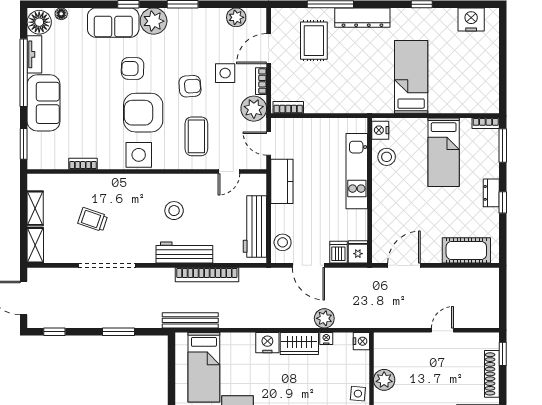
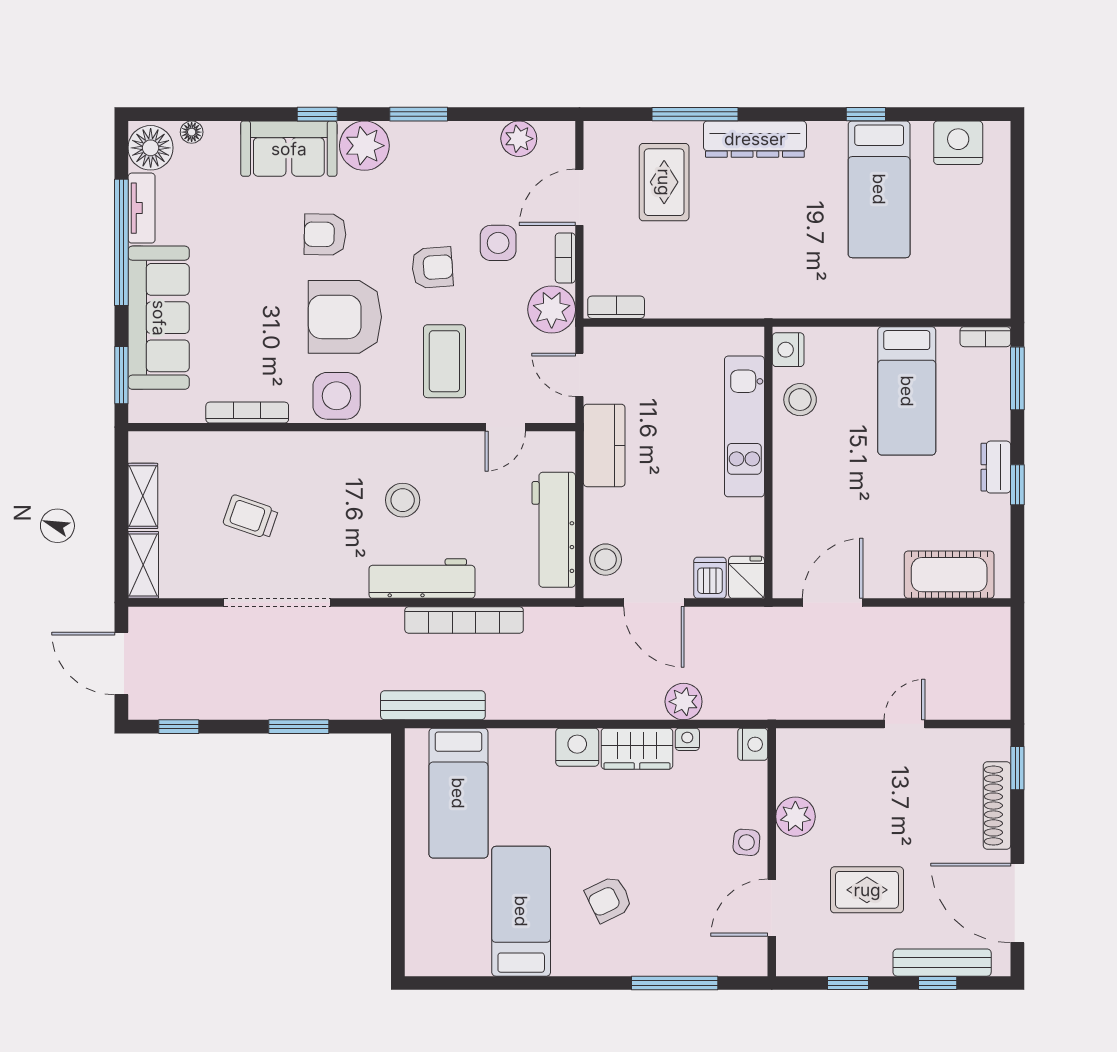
bed: (411, 77) -> (879, 189), moved, turned 180
sofa: (44, 103) -> (159, 318), width x1.36
bookcase: (83, 164) -> (247, 413), width x1.56

